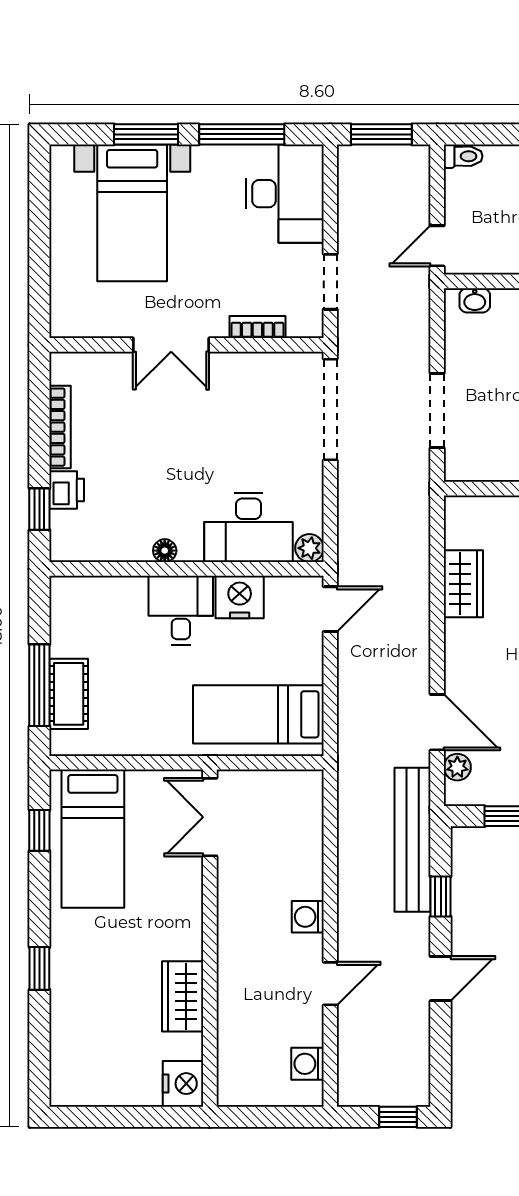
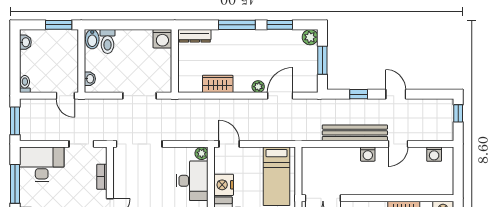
plant: (457, 767) -> (258, 87), moved
bench: (413, 840) -> (355, 133), moved
door: (330, 984) -> (398, 144), swing flipped

